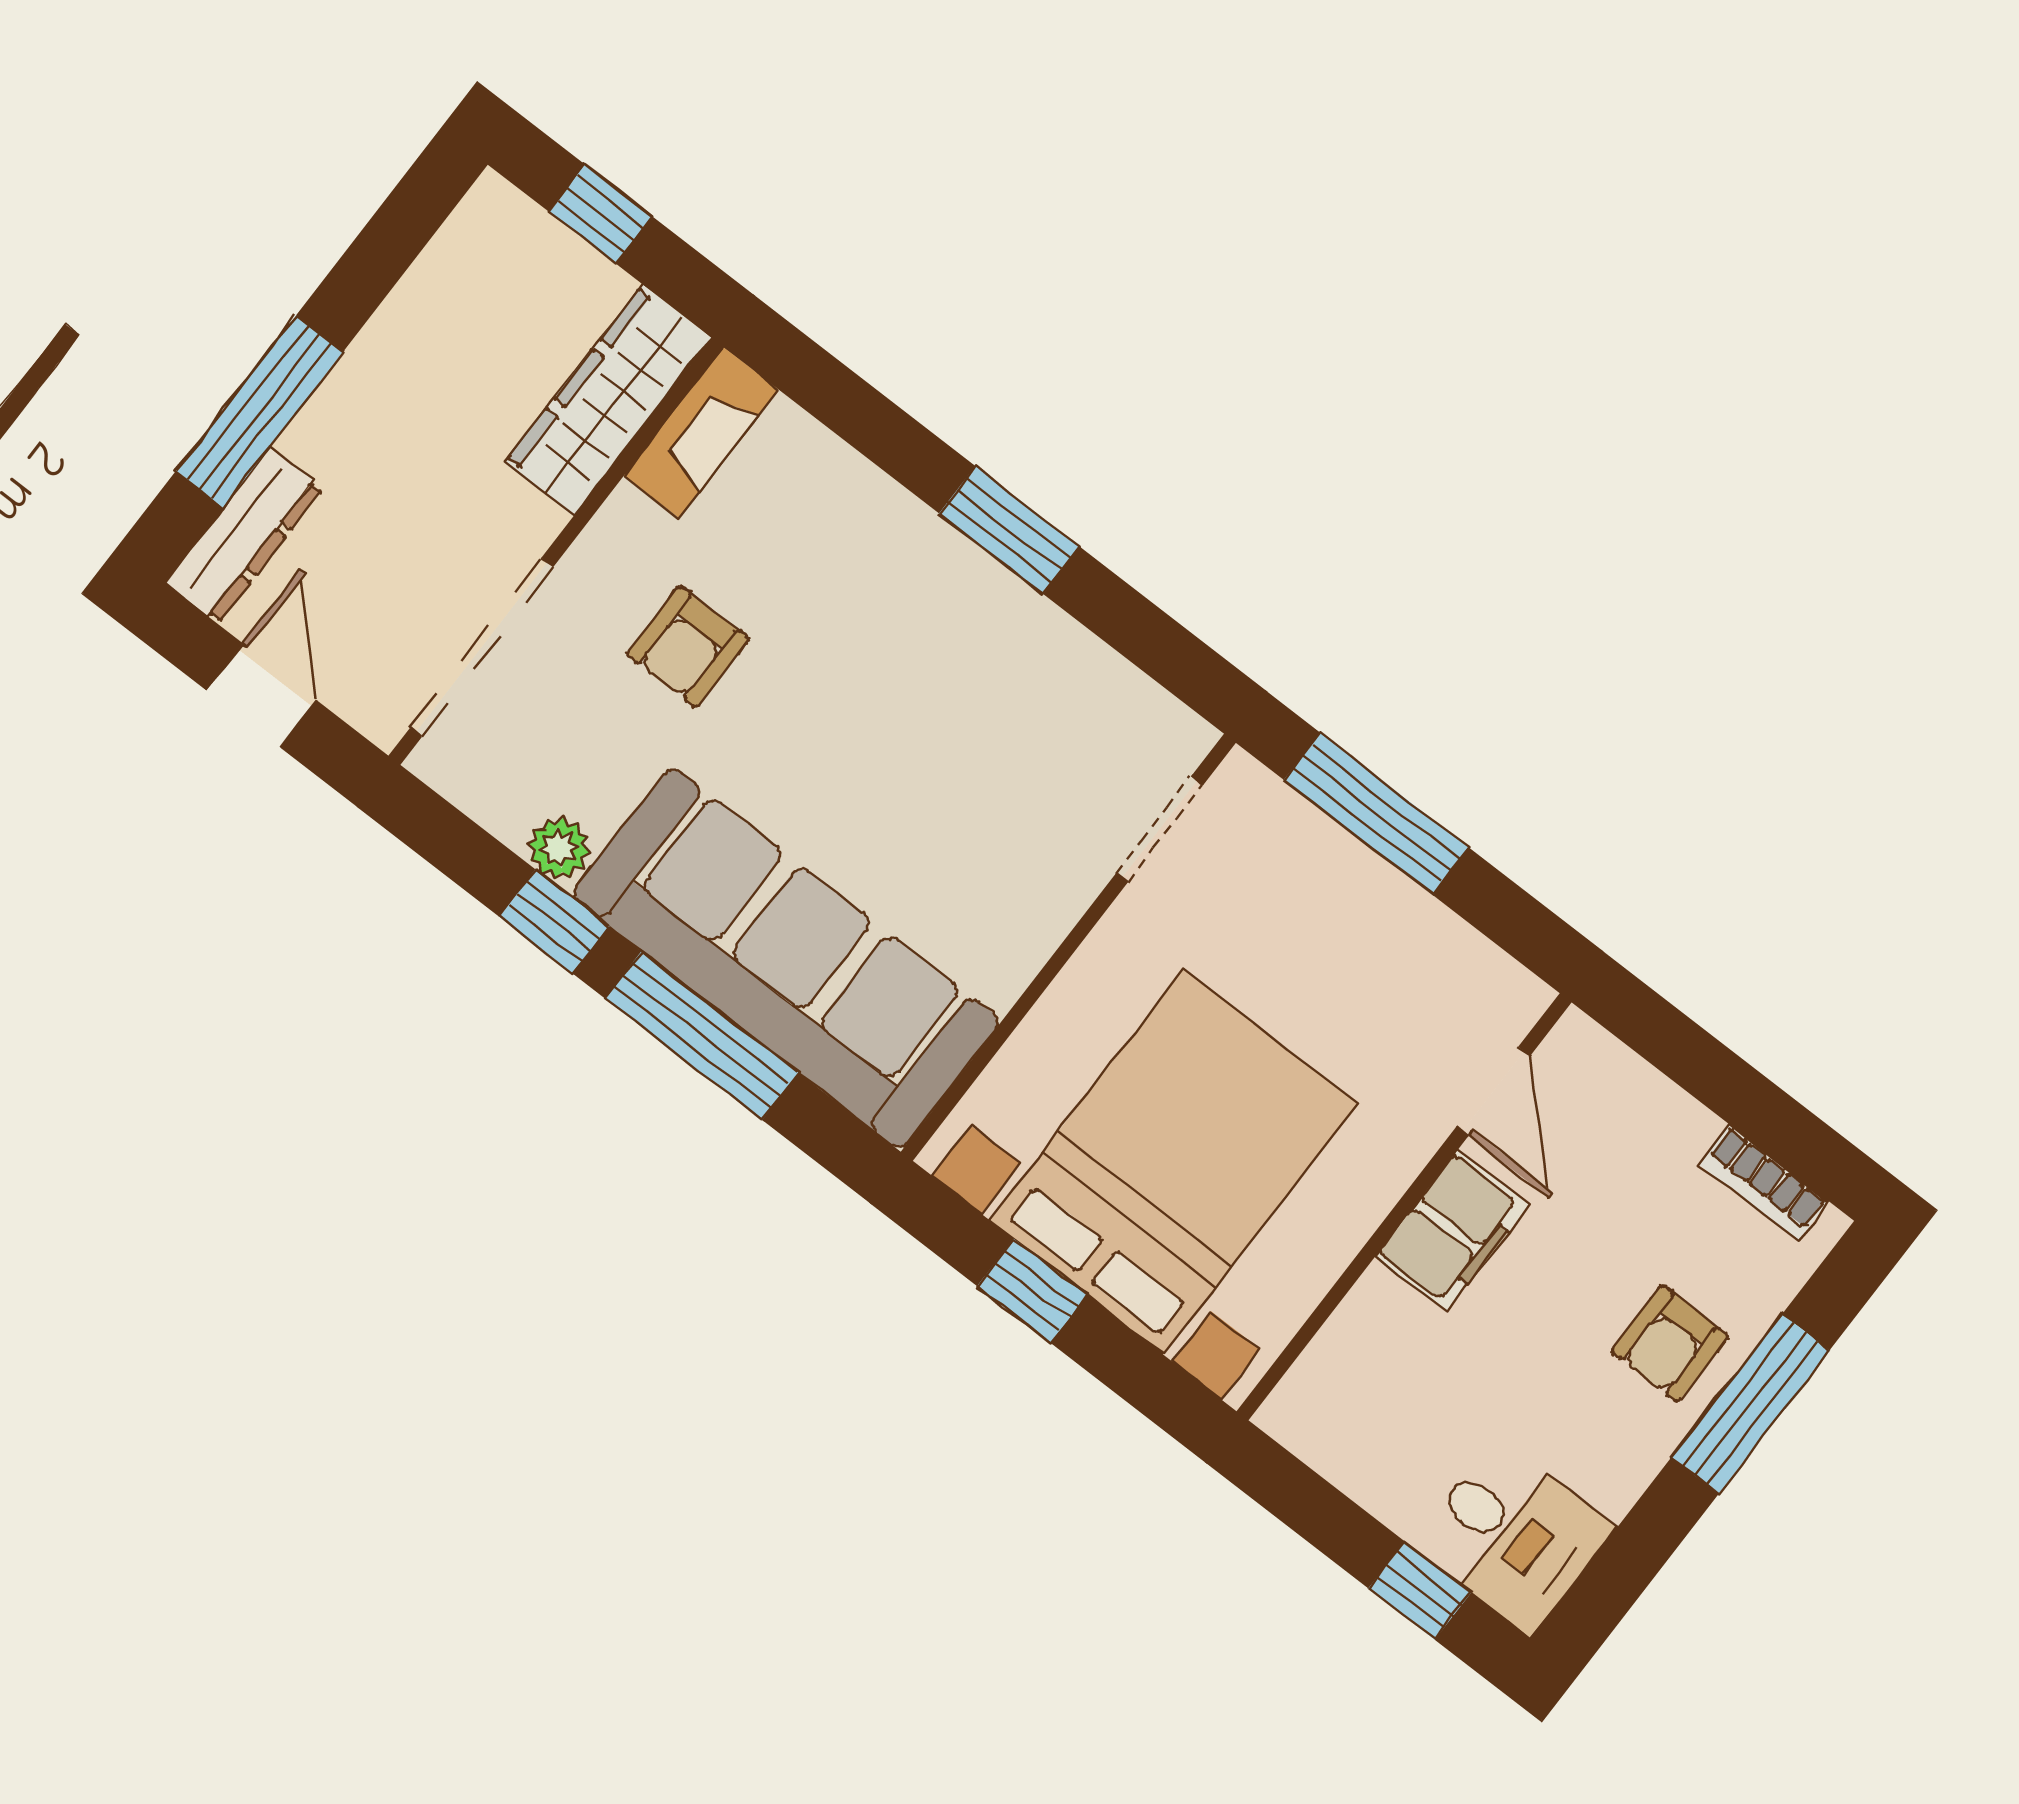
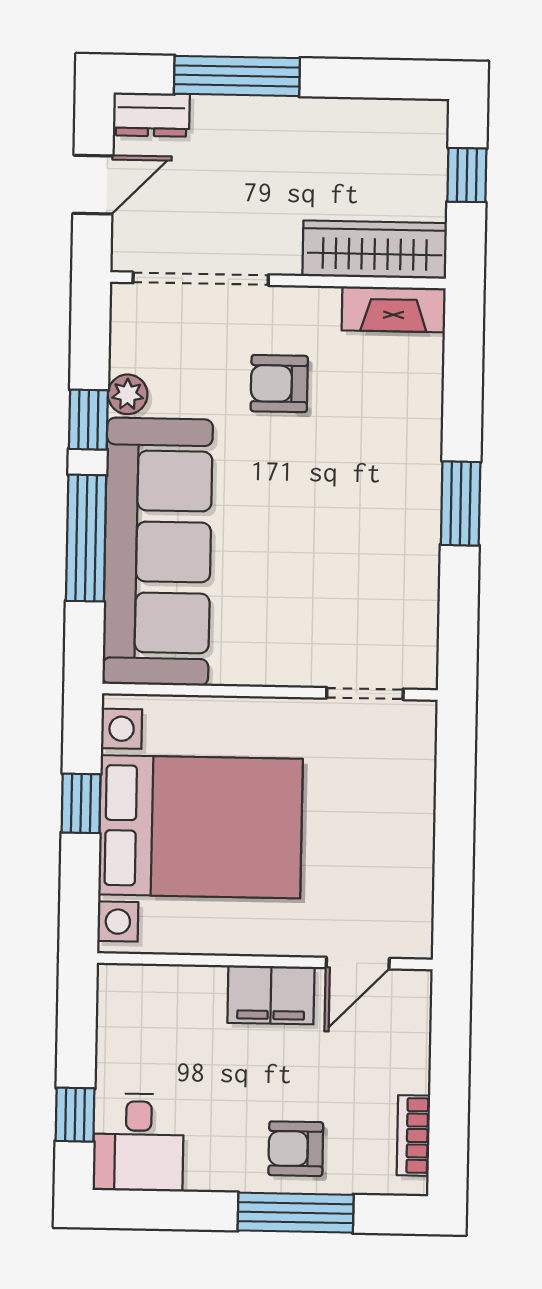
dresser: (244, 535) -> (151, 115), width x0.70
window: (1376, 814) -> (455, 798), removed

